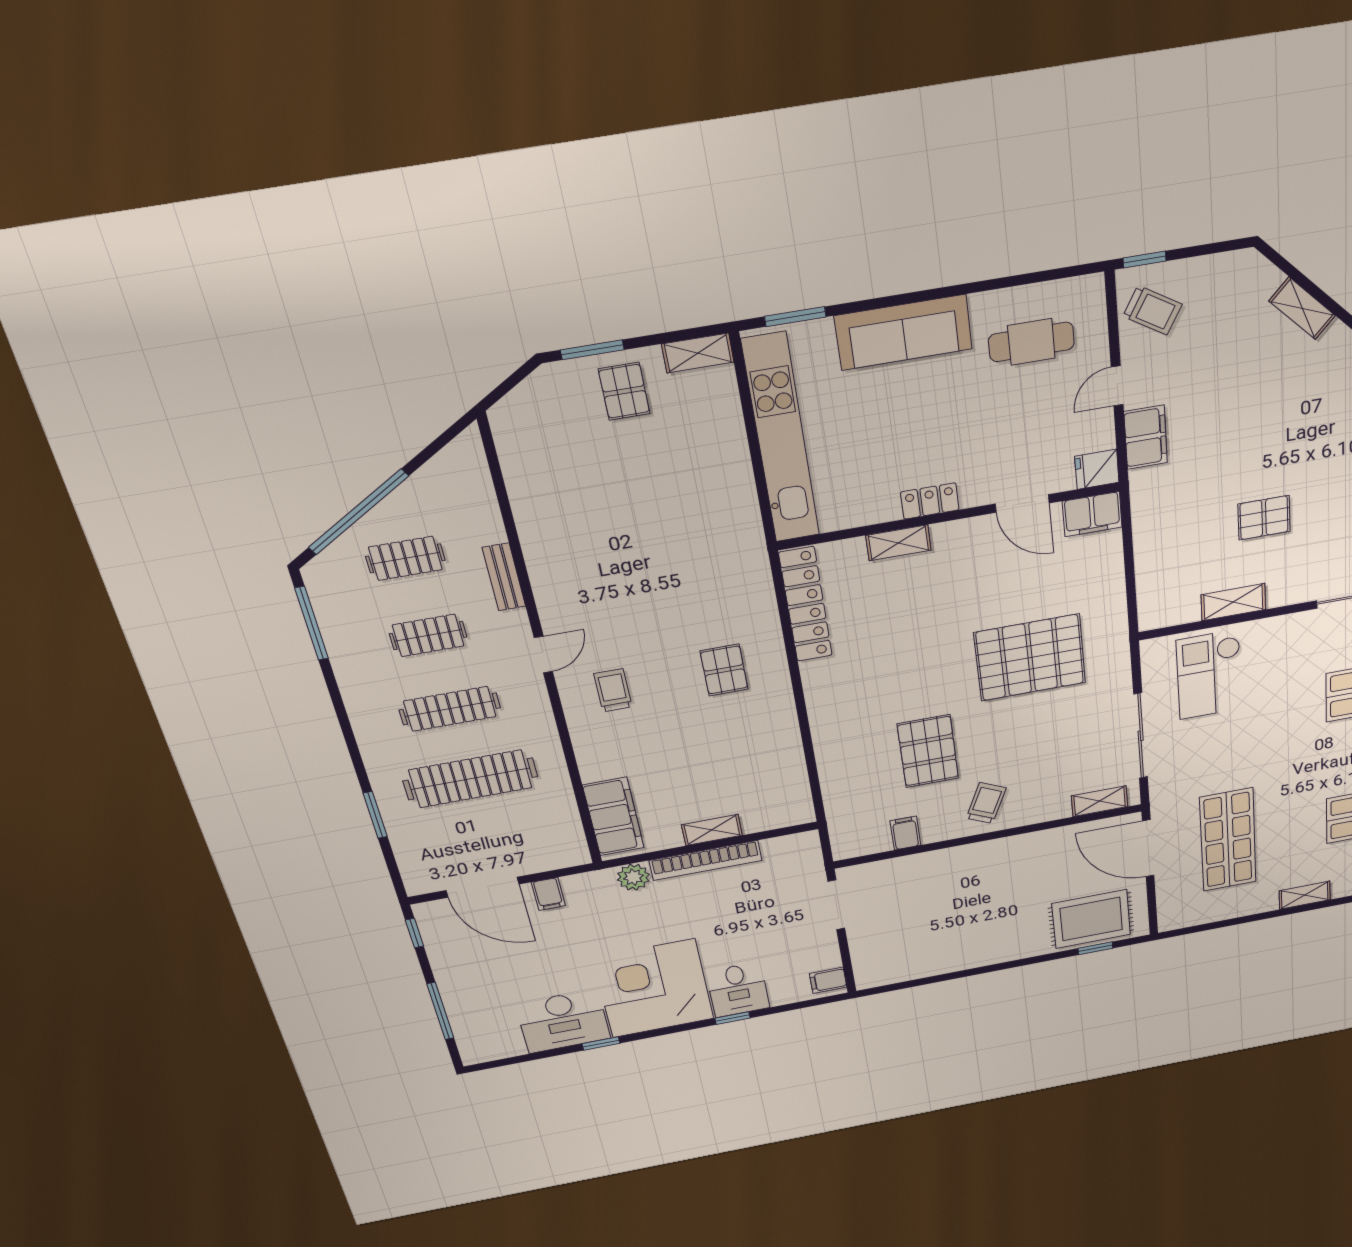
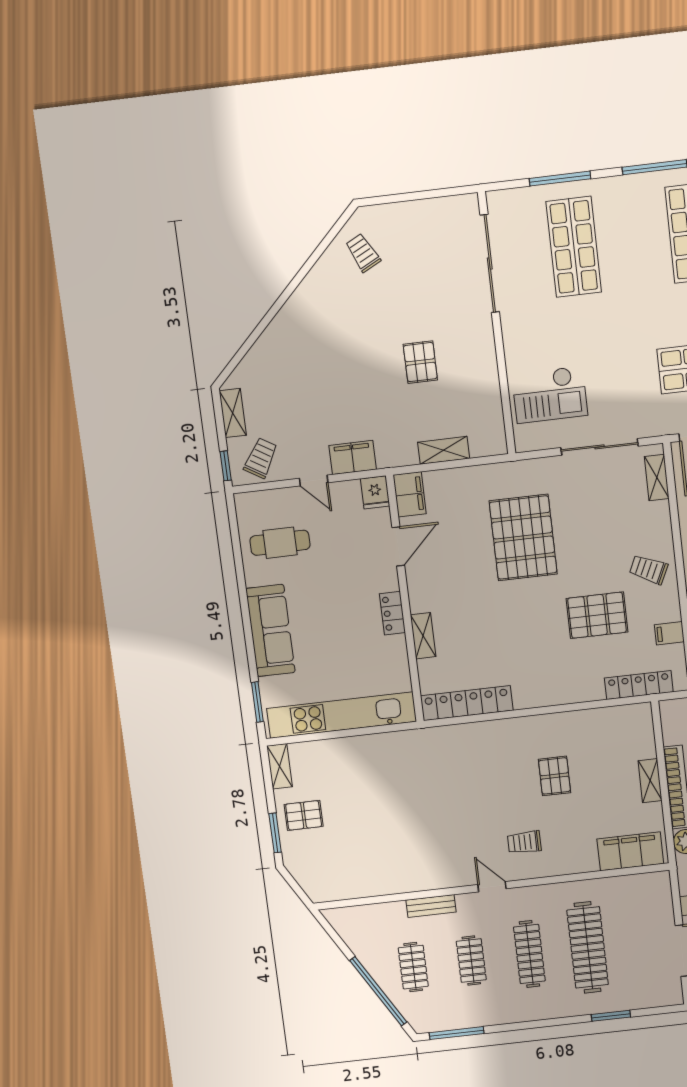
shelving: (1302, 308) -> (233, 413), moved, turned -45
cafe table: (1031, 342) -> (280, 543), turned 90
shelving: (1233, 602) -> (444, 450), moved, turned 90
pallet: (724, 670) -> (555, 776), moved, turned 90
locker: (838, 806) -> (639, 685), added

